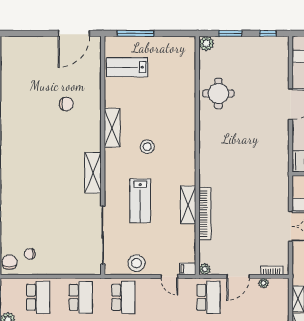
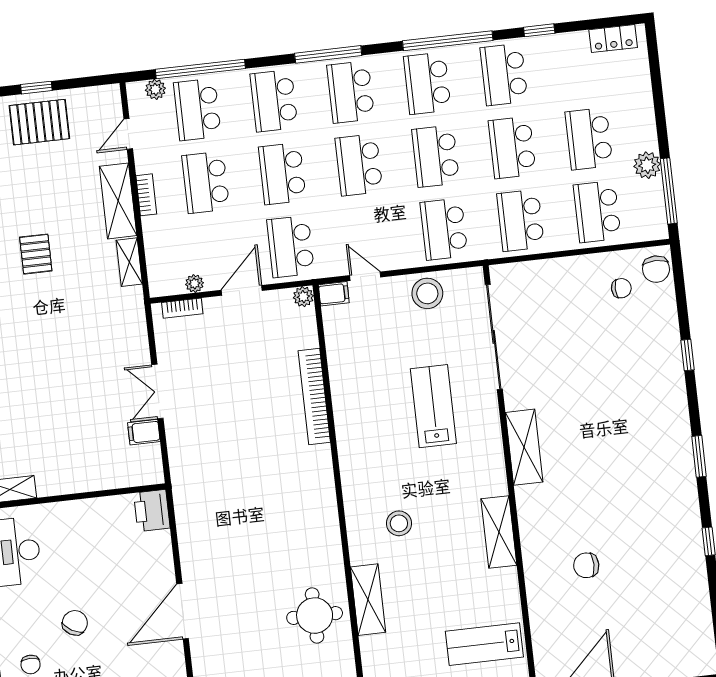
lab bench: (127, 67) -> (484, 644), turned 180
stool: (147, 147) -> (399, 523), moved
shelving: (188, 205) -> (368, 600), moved

